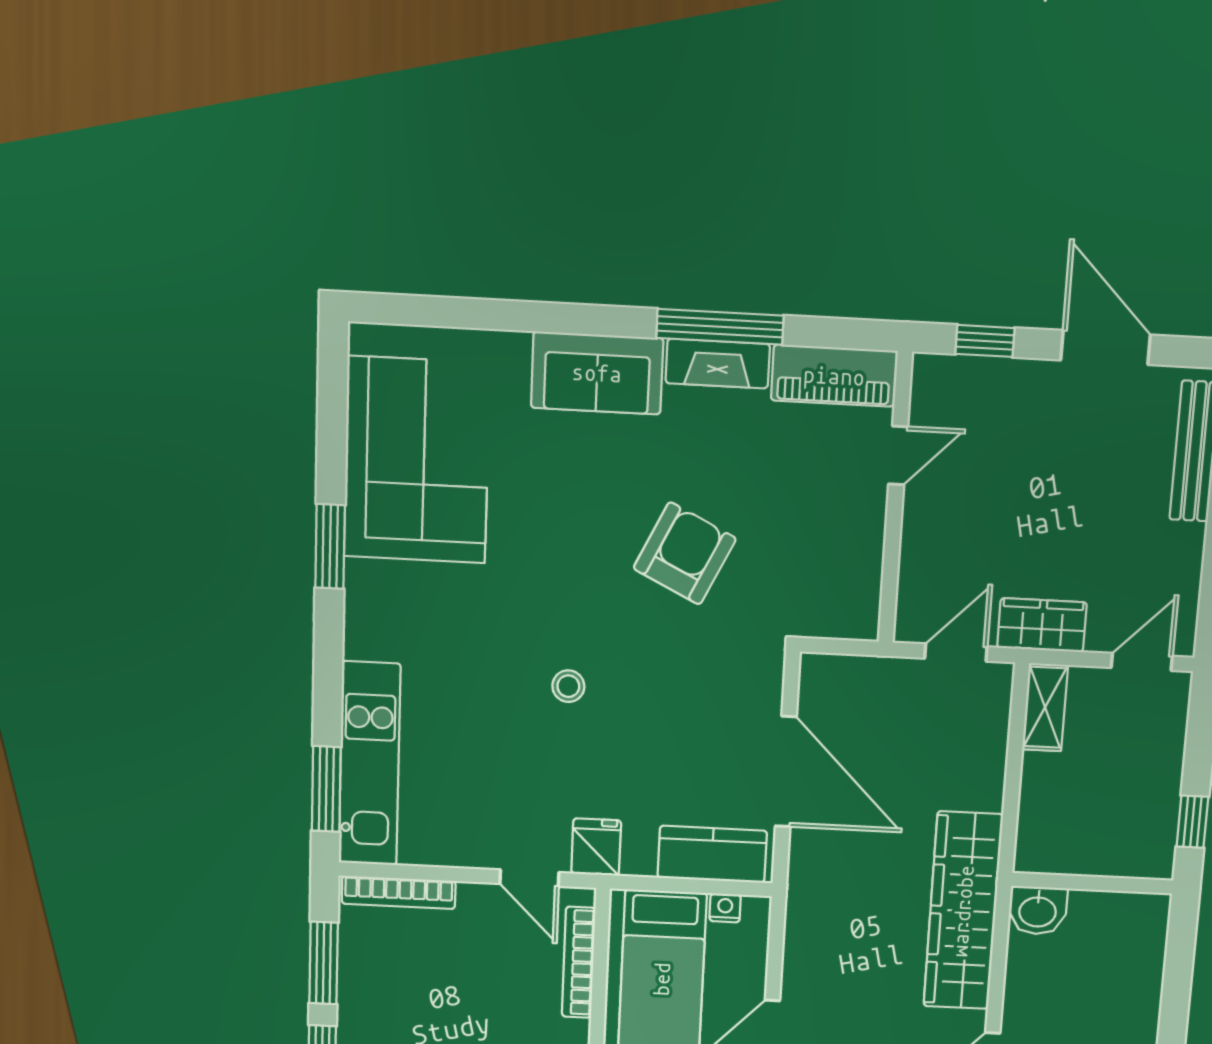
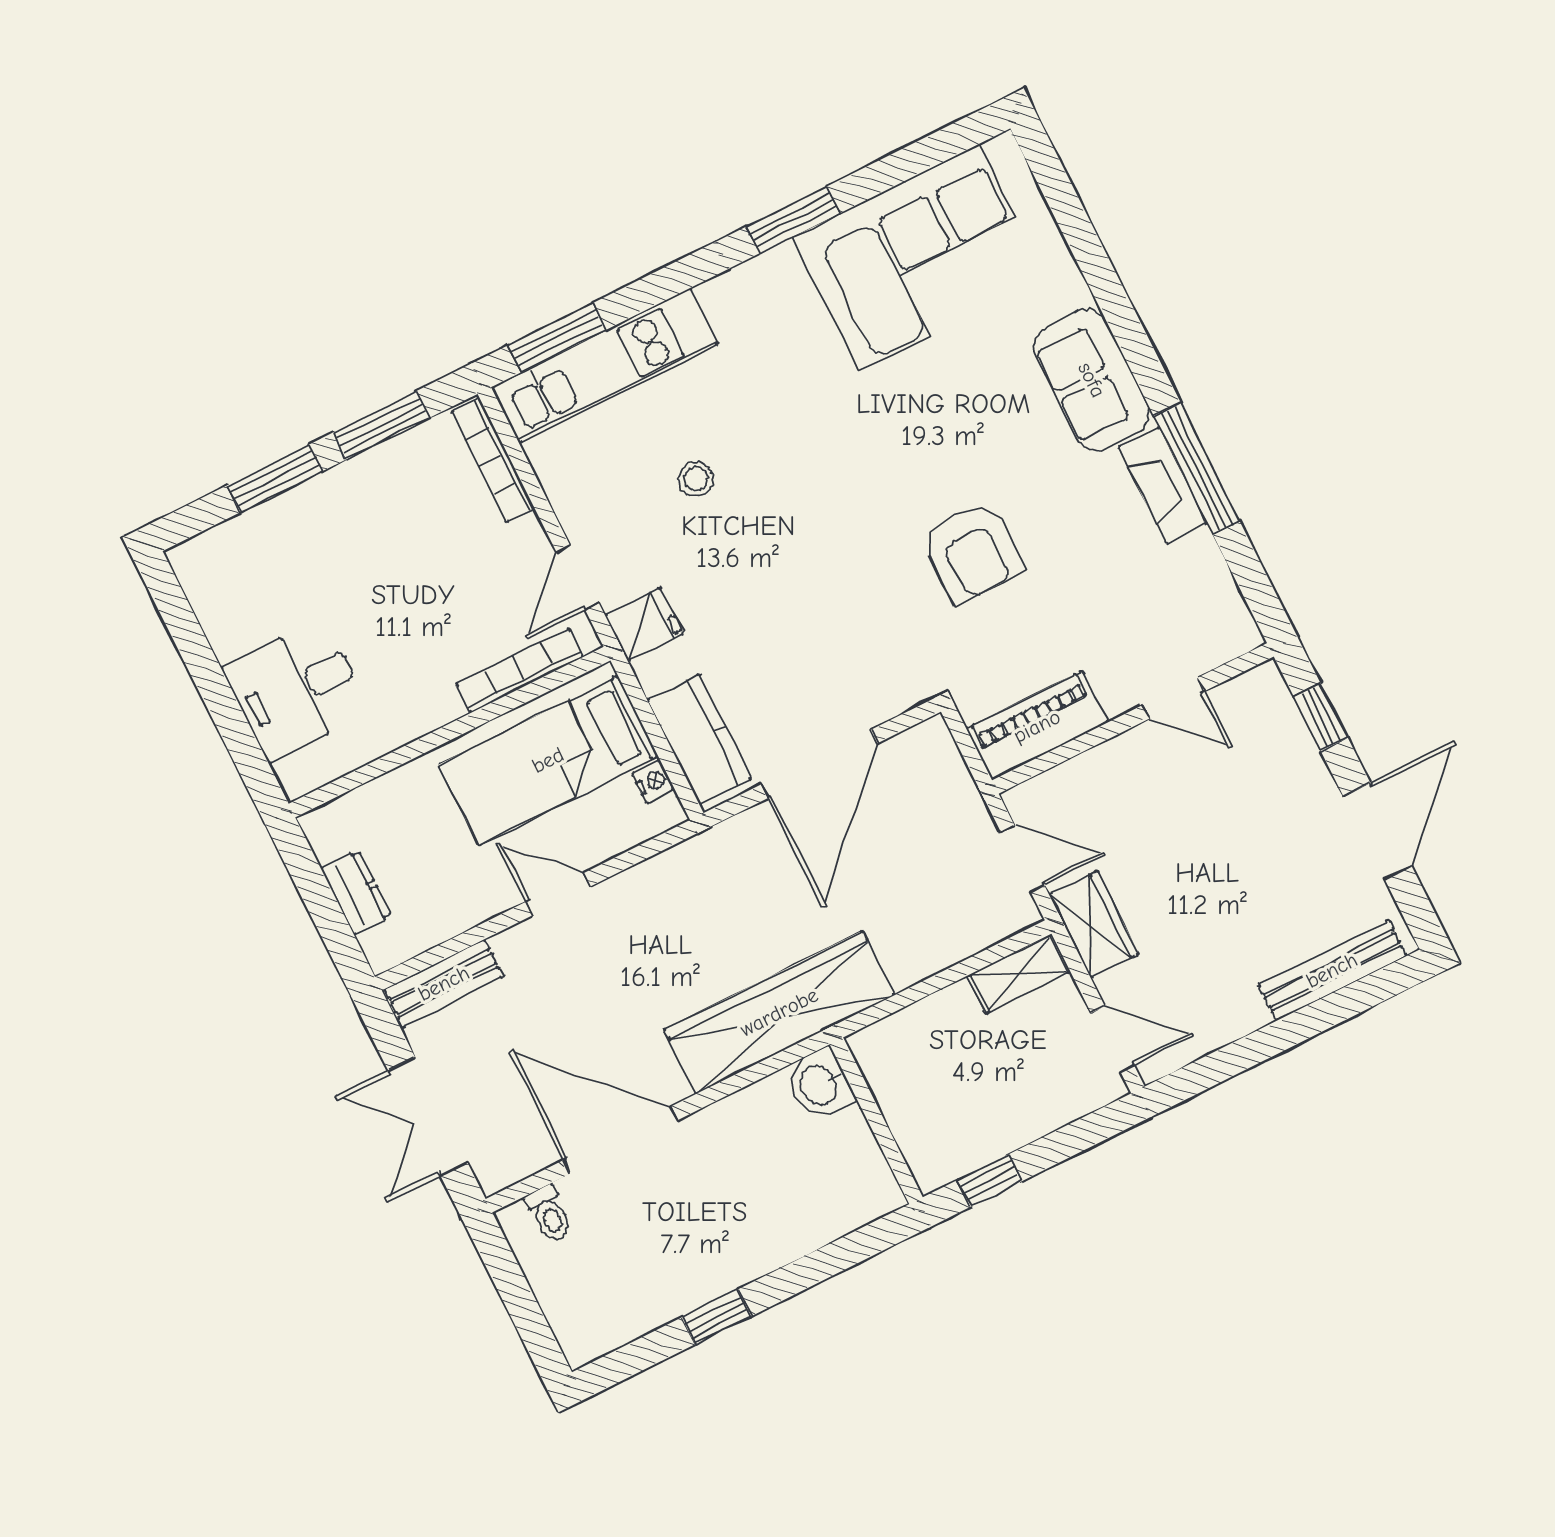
piano: (834, 376) -> (1037, 726), moved, turned 90
armchair: (685, 553) -> (972, 552), turned 64
stool: (568, 686) -> (696, 479), moved

